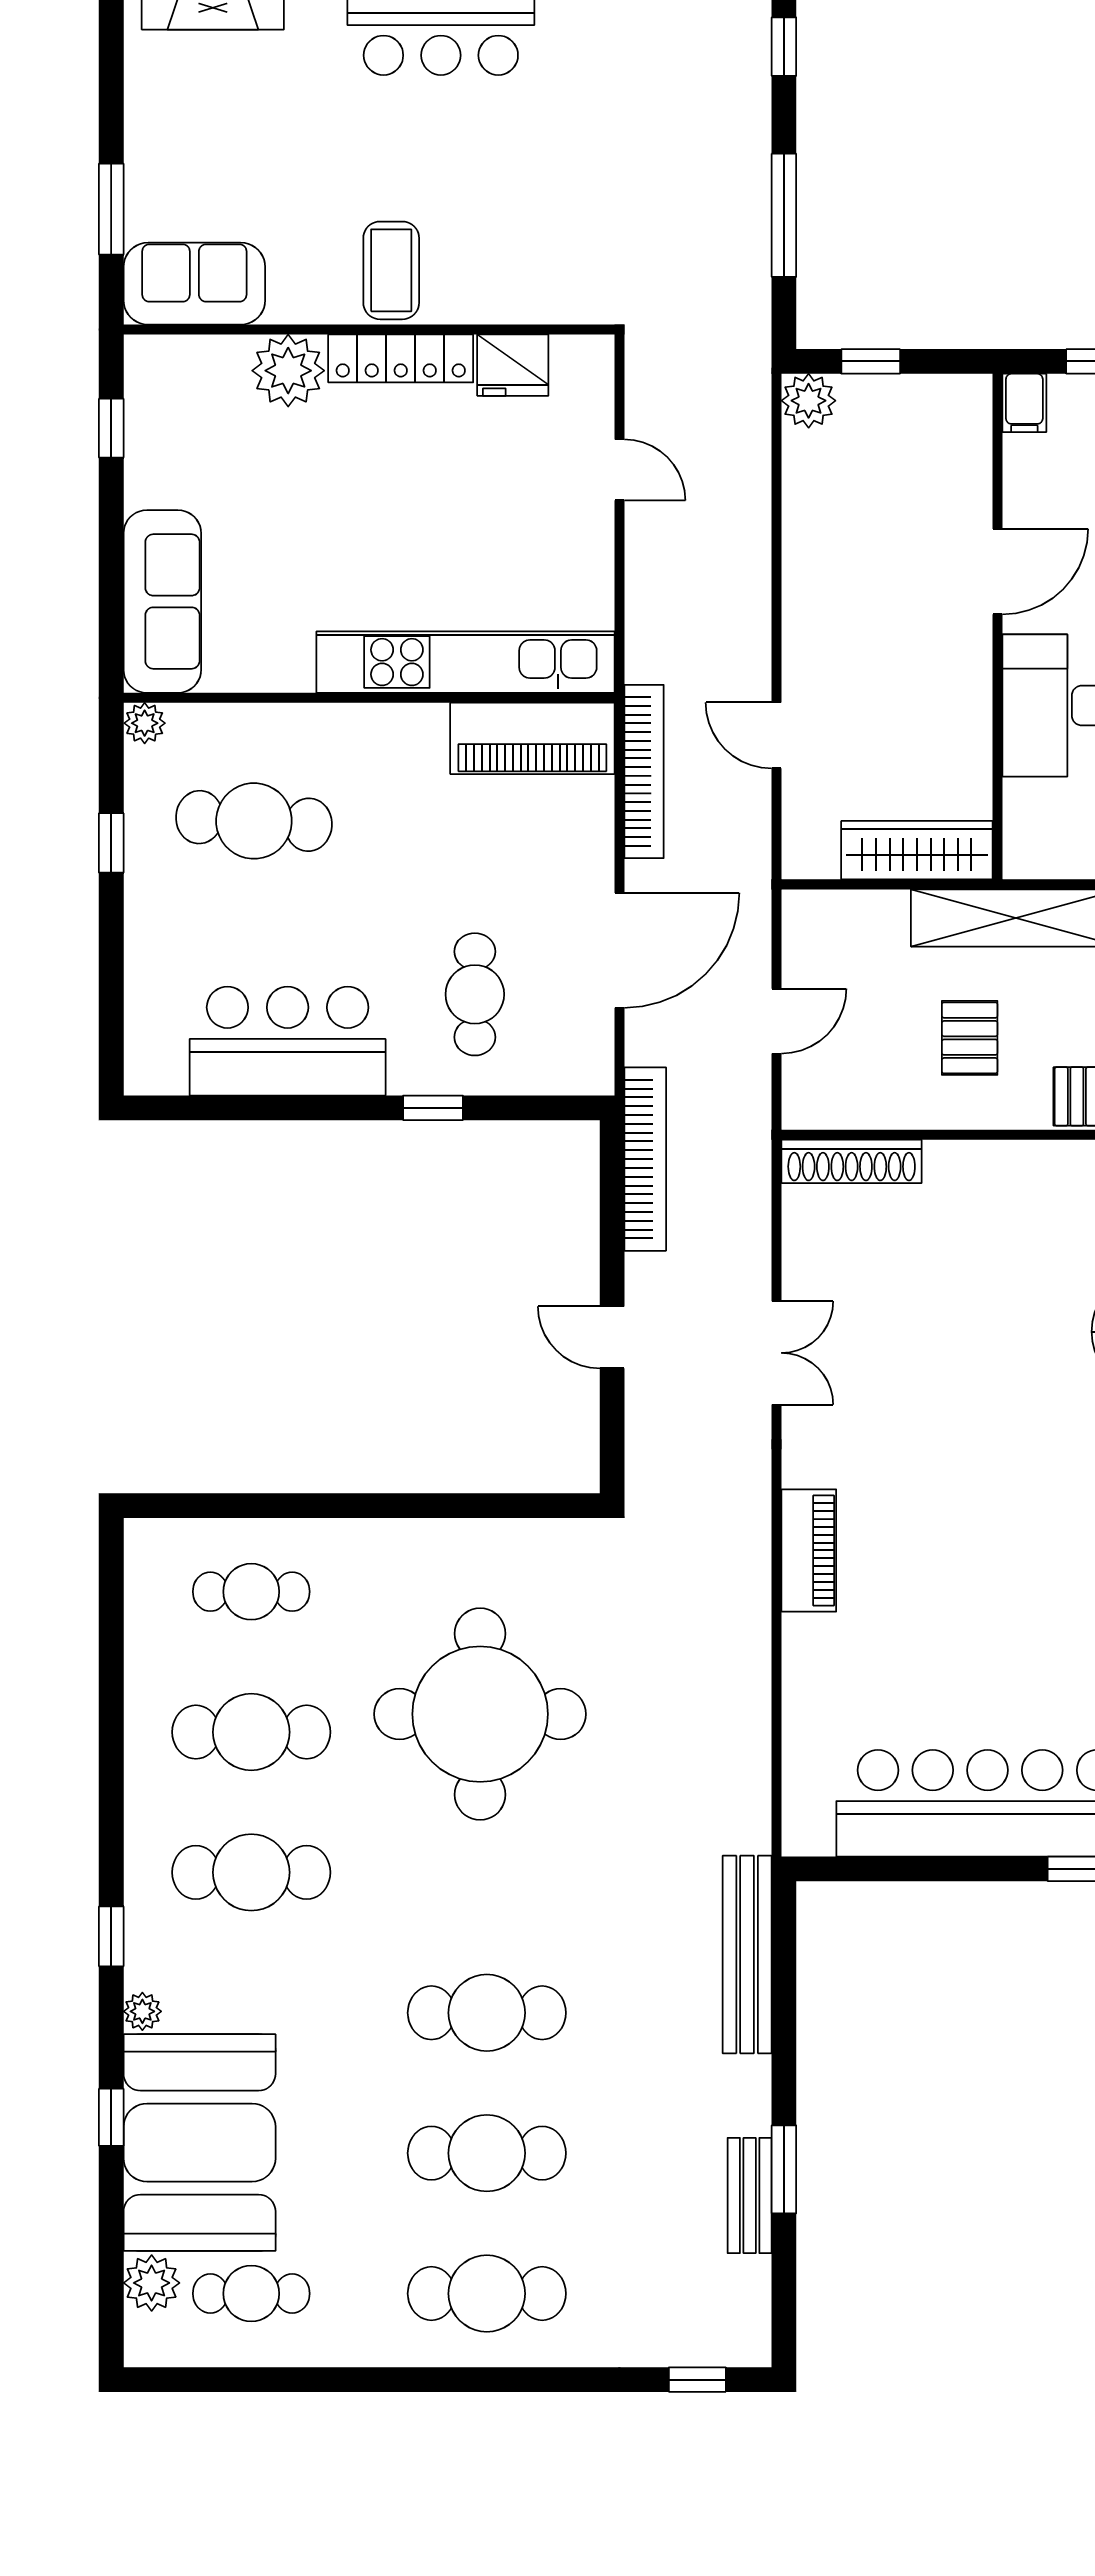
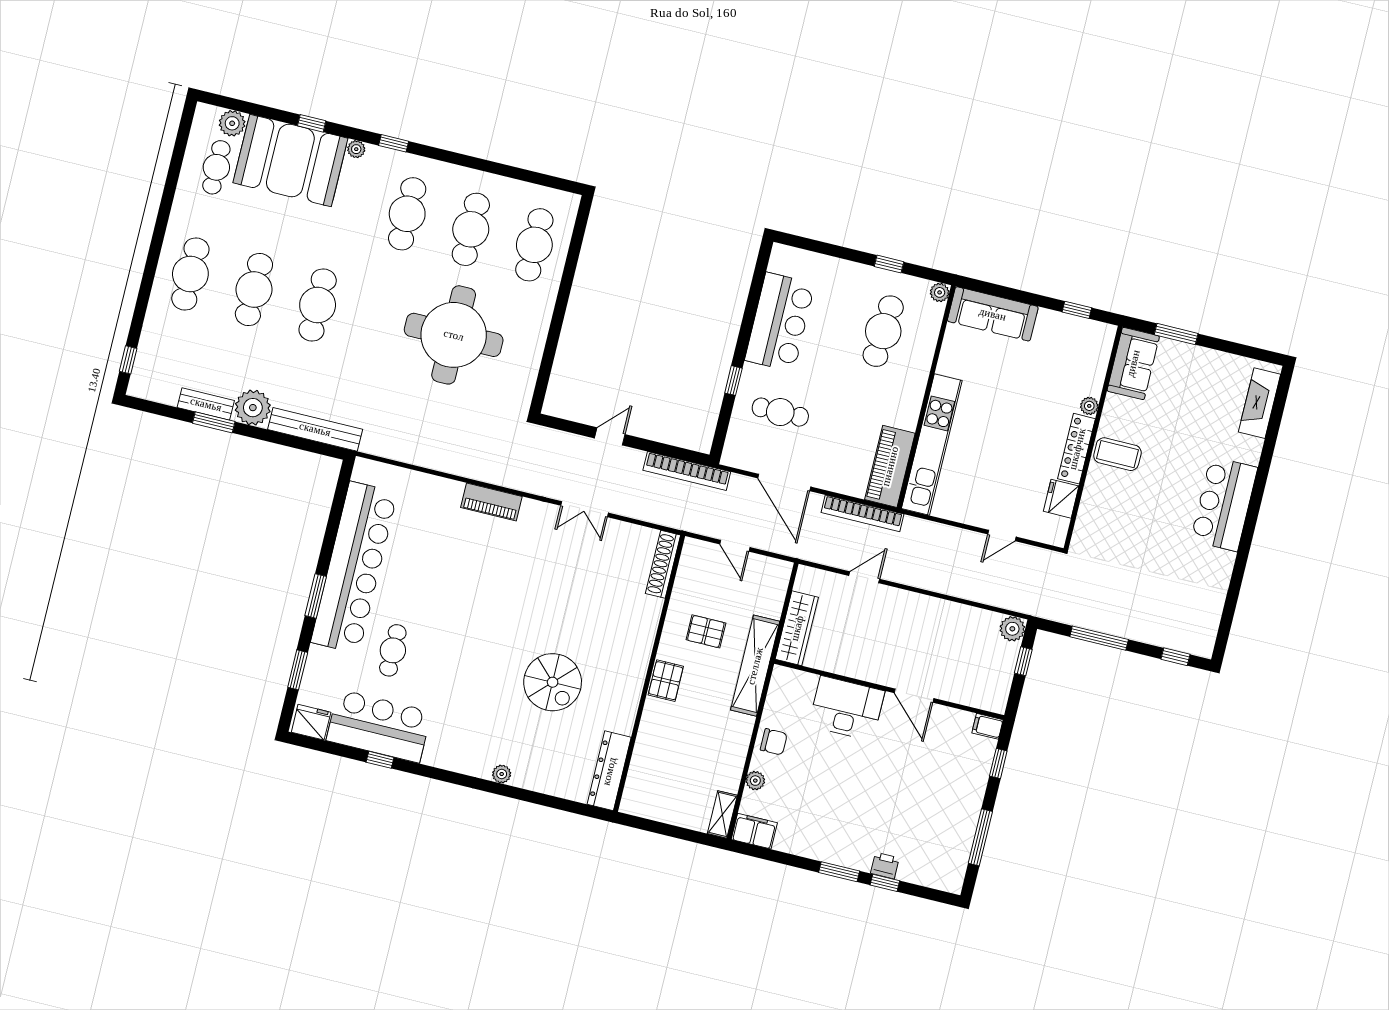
plant: (288, 371) -> (1089, 406), width x0.53, depth x0.53
cafe table: (251, 1592) -> (534, 245), width x1.37, depth x1.35
plant: (733, 2096) -> (253, 408), added

